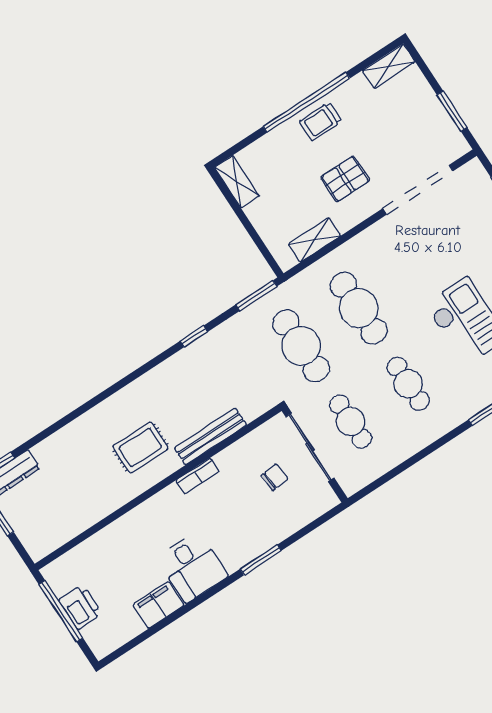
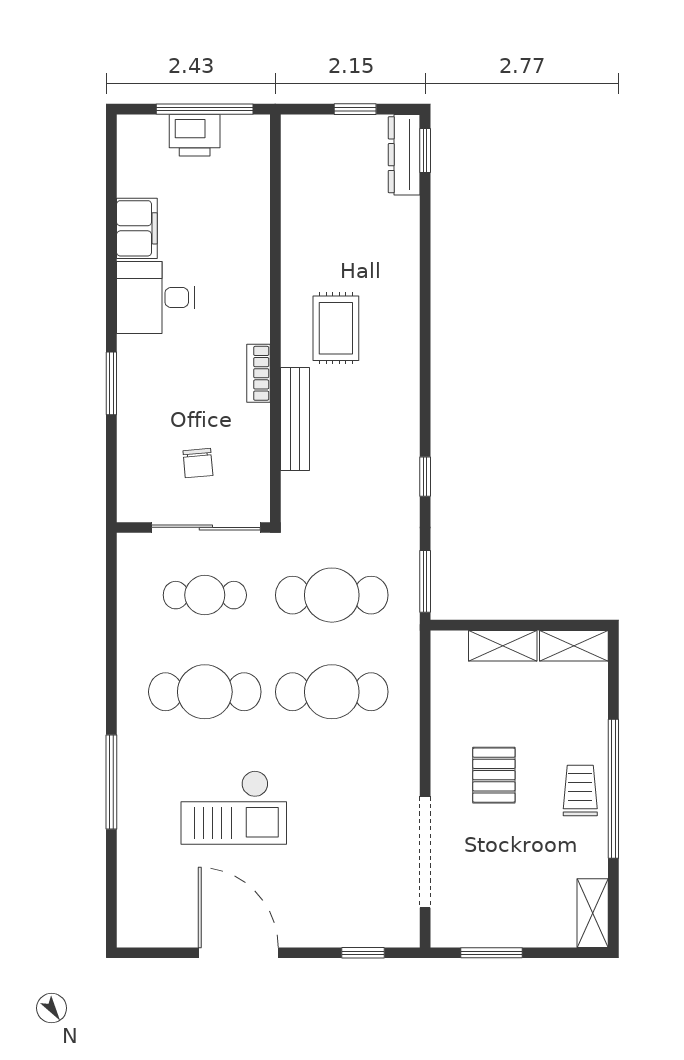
shelving: (314, 240) -> (503, 646), moved, turned 90
cafe table: (408, 384) -> (205, 692), width x1.37, depth x1.35

